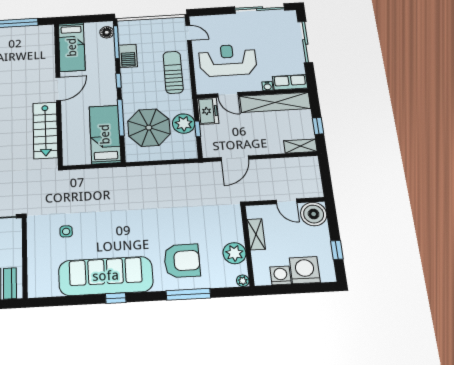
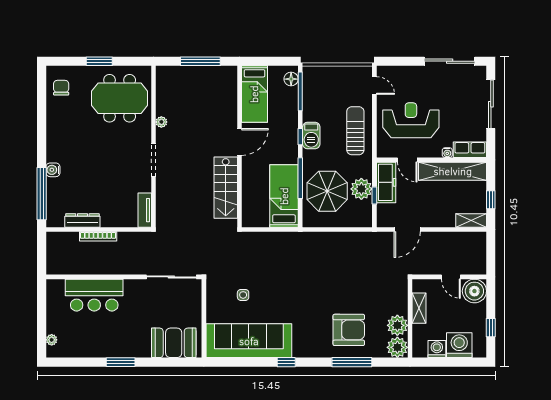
barbecue: (128, 56) -> (311, 136), moved
freezer: (208, 111) -> (386, 182), width x1.40
sofa: (106, 276) -> (249, 341), moved
plant: (243, 281) -> (397, 347), width x1.87, depth x1.87

